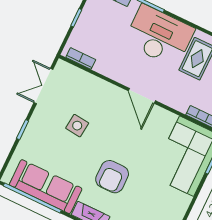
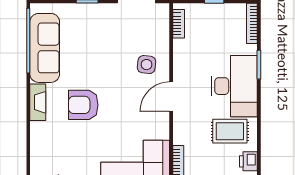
side table: (77, 126) -> (147, 65), moved

